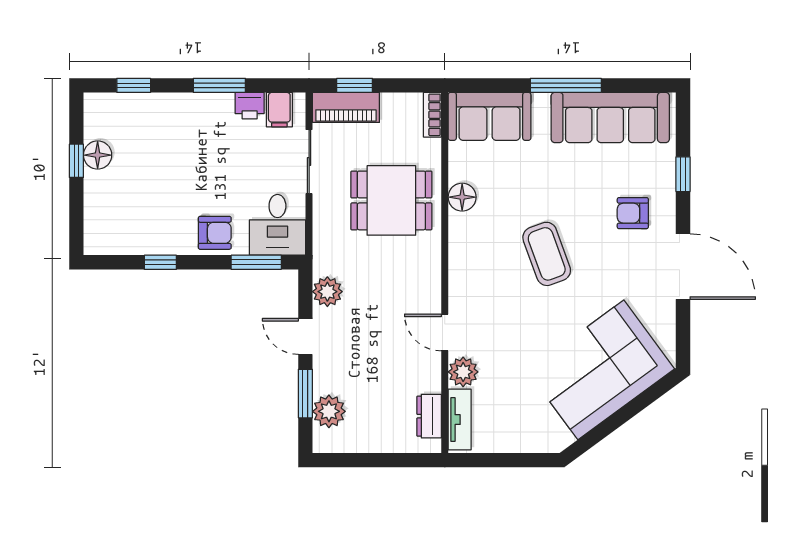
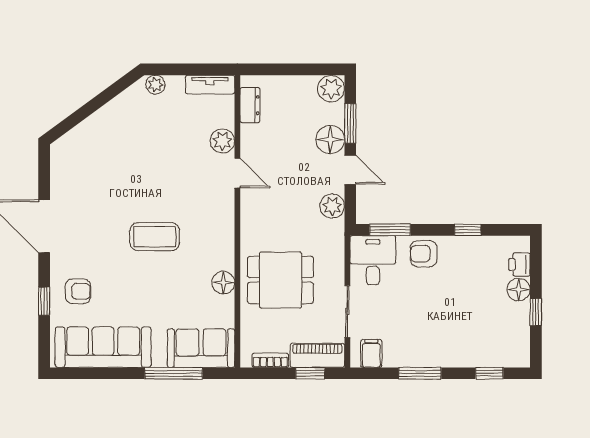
window: (566, 85) -> (174, 373), moved
printer: (250, 106) -> (519, 264), moved, turned -90
bookcase: (432, 115) -> (270, 360), moved, turned -90
floor lamp: (98, 155) -> (519, 290), moved
armchair: (633, 213) -> (78, 291), moved
coffee table: (547, 254) -> (155, 237), turned -70
corner sofa: (601, 370) -> (111, 143), removed
floor lamp: (330, 374) -> (330, 140), added
plant: (329, 411) -> (331, 89), moved
tv unit: (460, 420) -> (210, 85), moved, turned -90
plant: (546, 441) -> (155, 85), added

